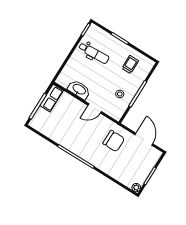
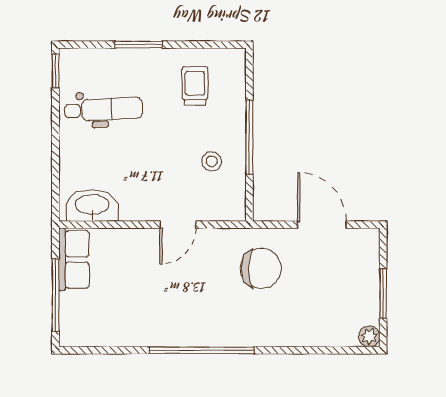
washbasin: (79, 90) -> (92, 205), moved

